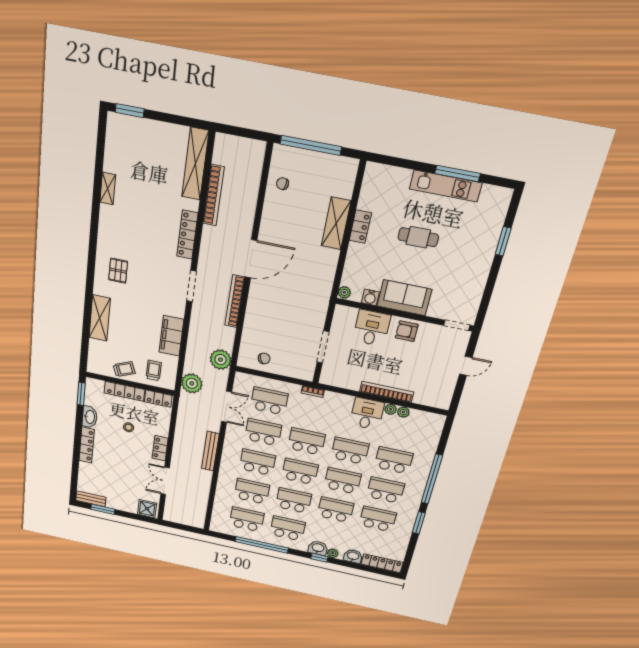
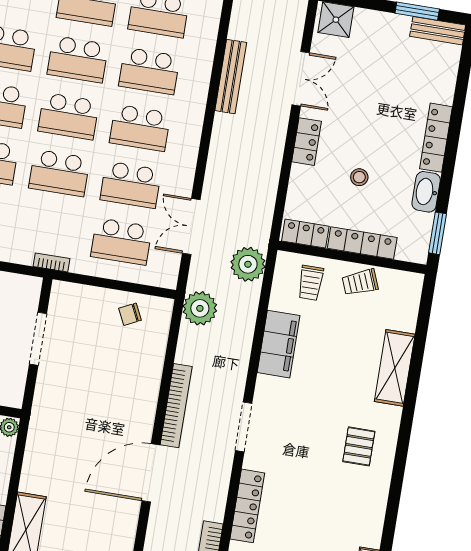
bench: (210, 451) -> (231, 77), moved

